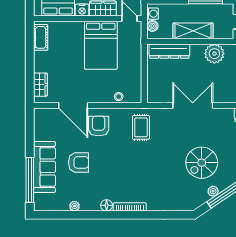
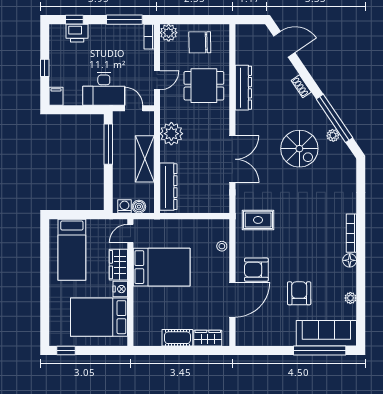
cot: (41, 37) -> (177, 338), moved
double door: (193, 105) -> (232, 159), swing flipped
sofa: (44, 167) -> (326, 333), moved

